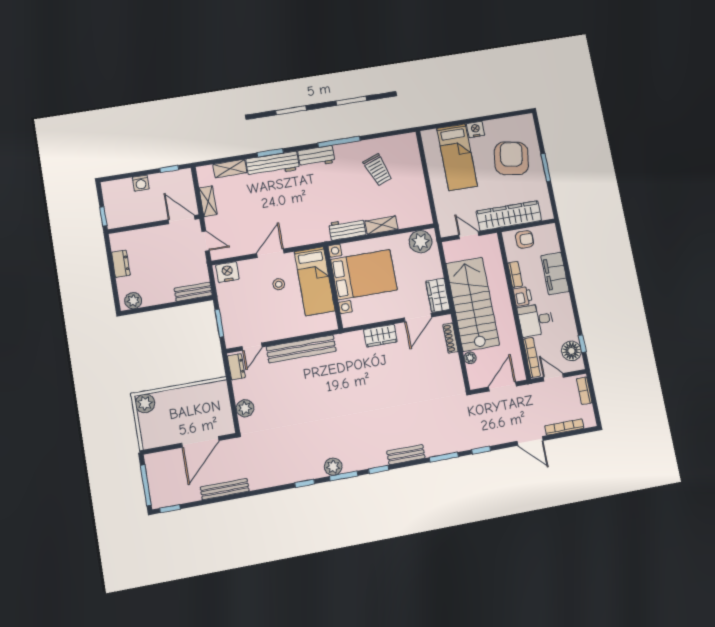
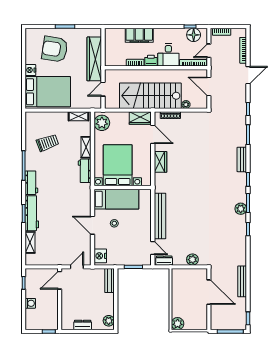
bed: (457, 157) -> (48, 92), width x1.50
shelving: (208, 201) -> (78, 116), moved
armchair: (524, 239) -> (112, 51), removed

